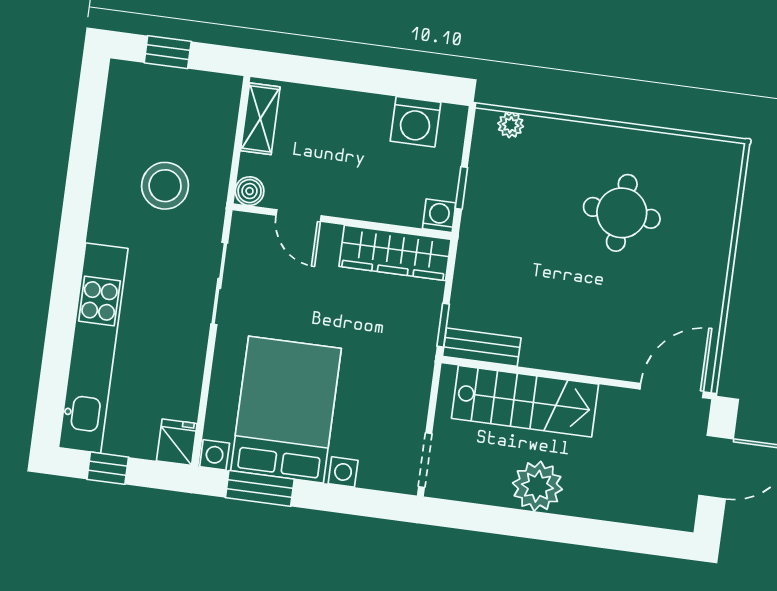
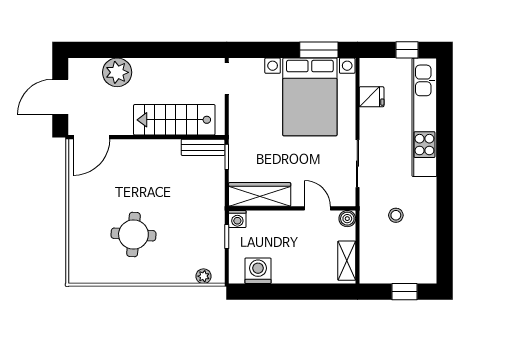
stool: (165, 186) -> (396, 215), width x0.53, depth x0.53
fridge: (177, 442) -> (372, 97), moved, turned -90
plant: (537, 486) -> (117, 72), moved

